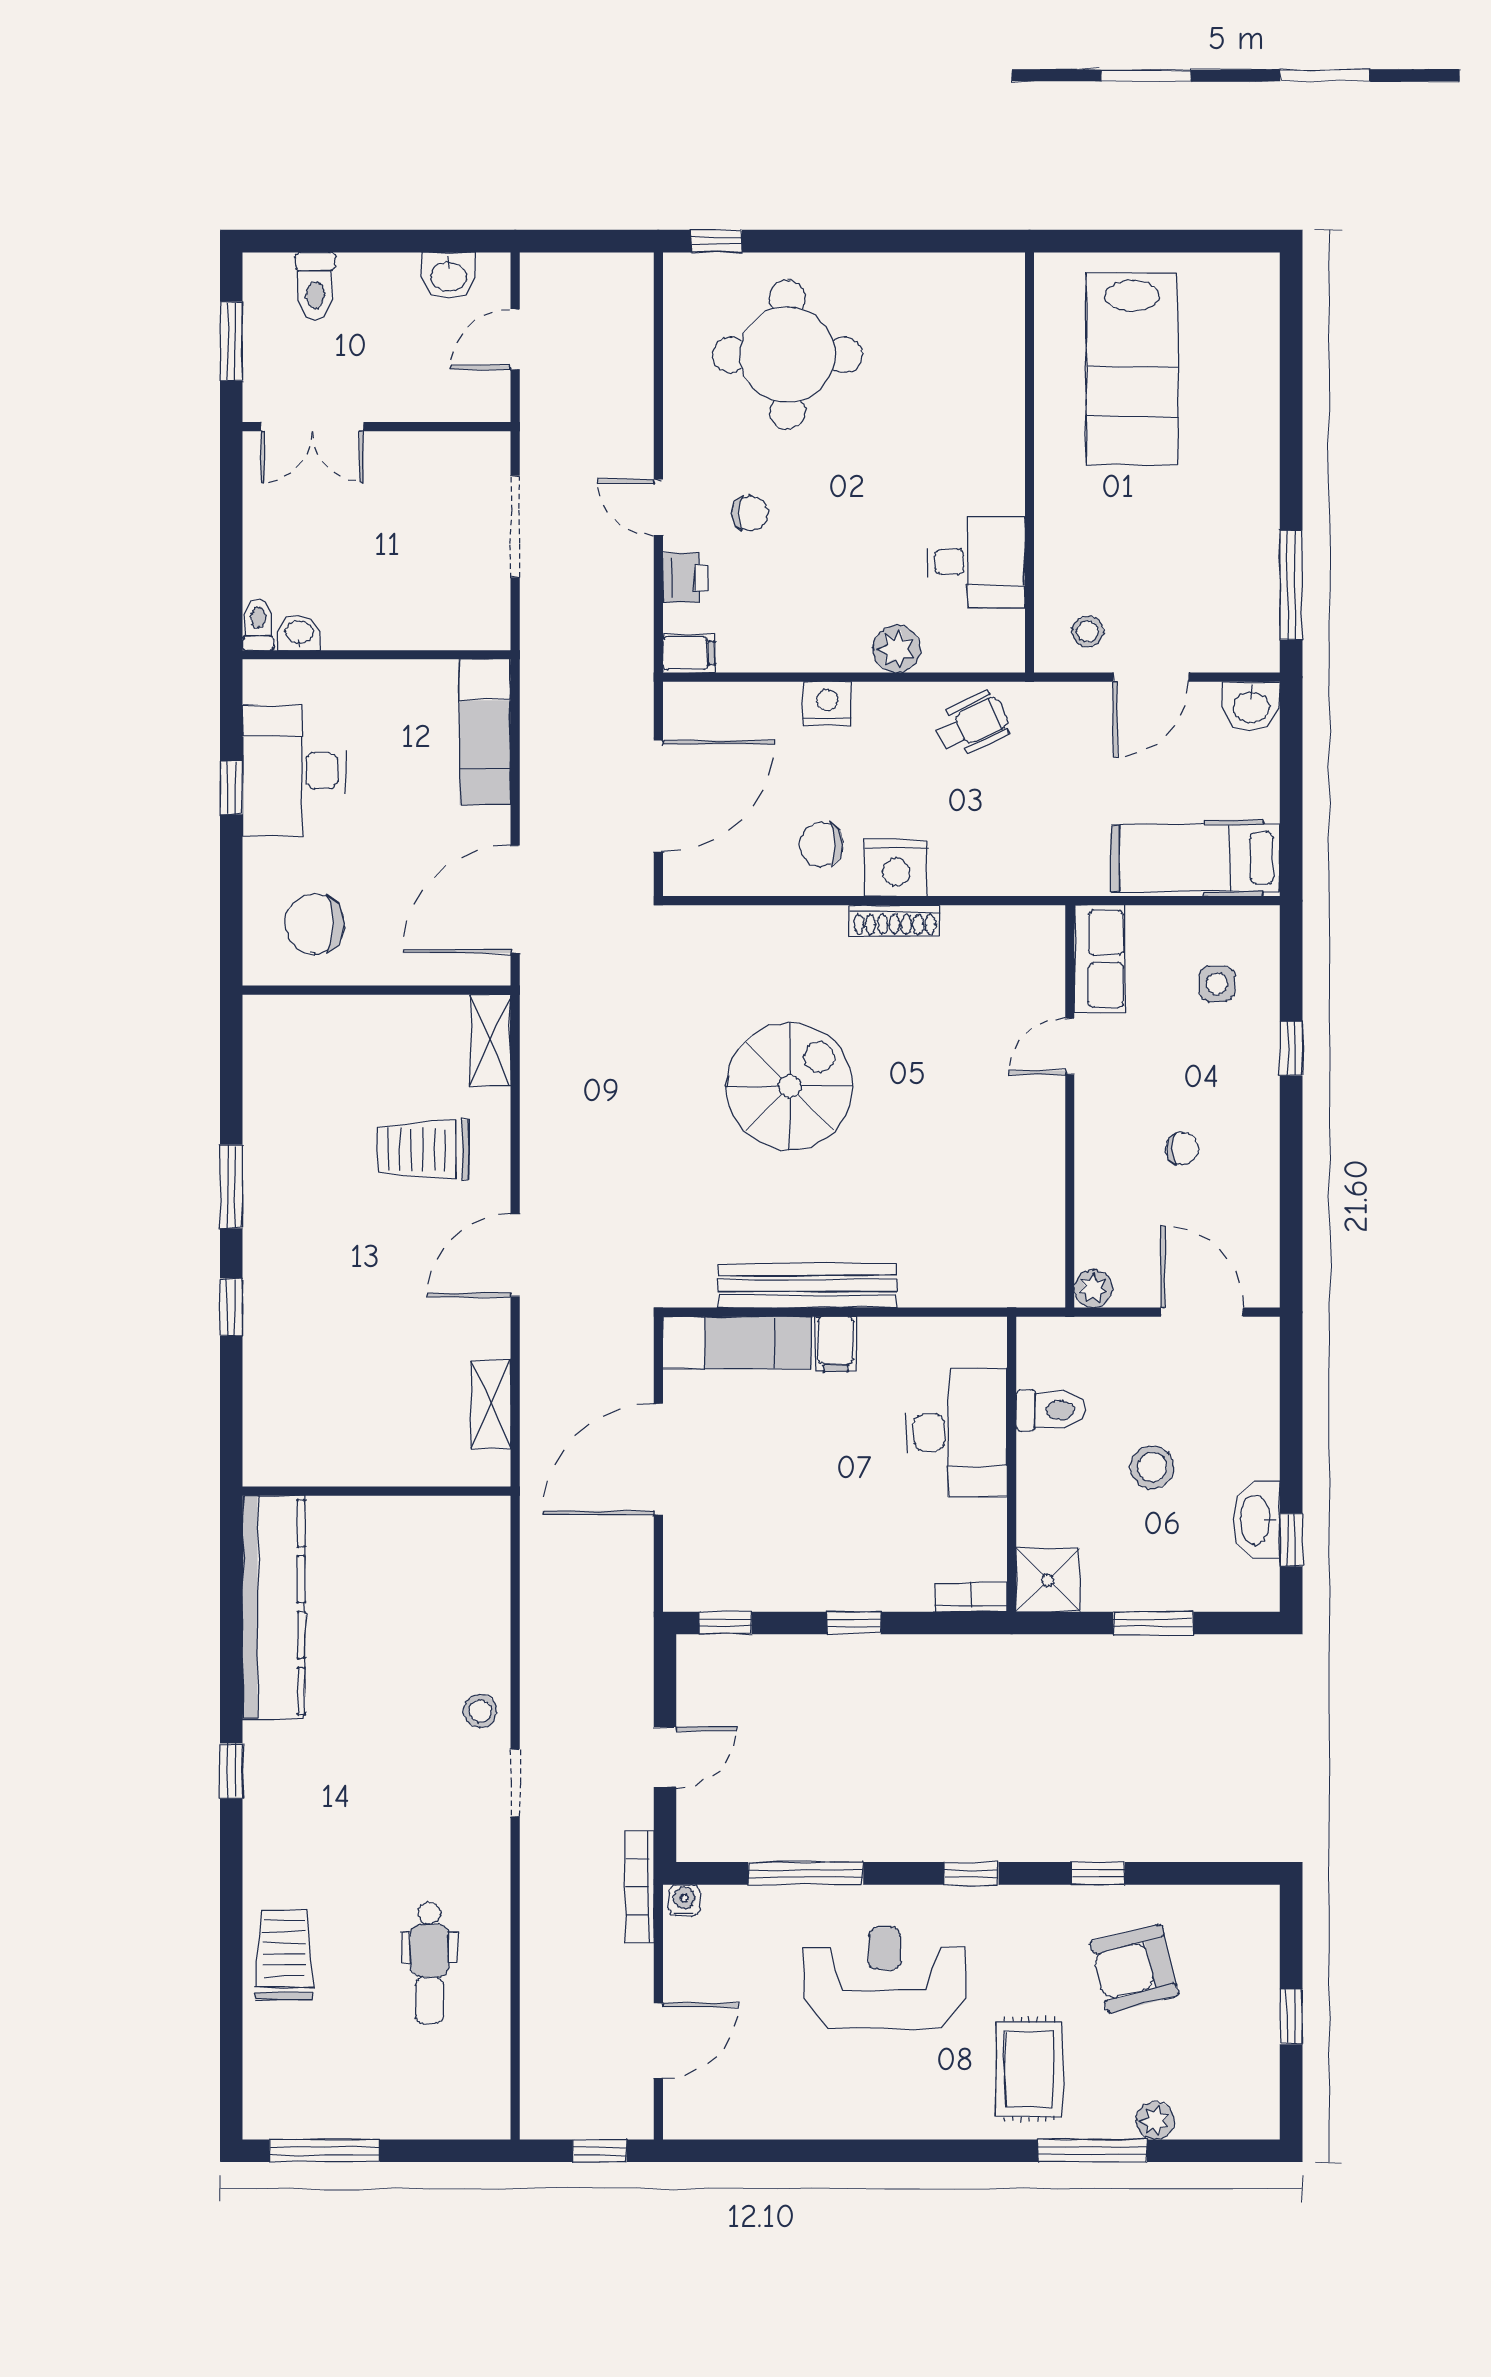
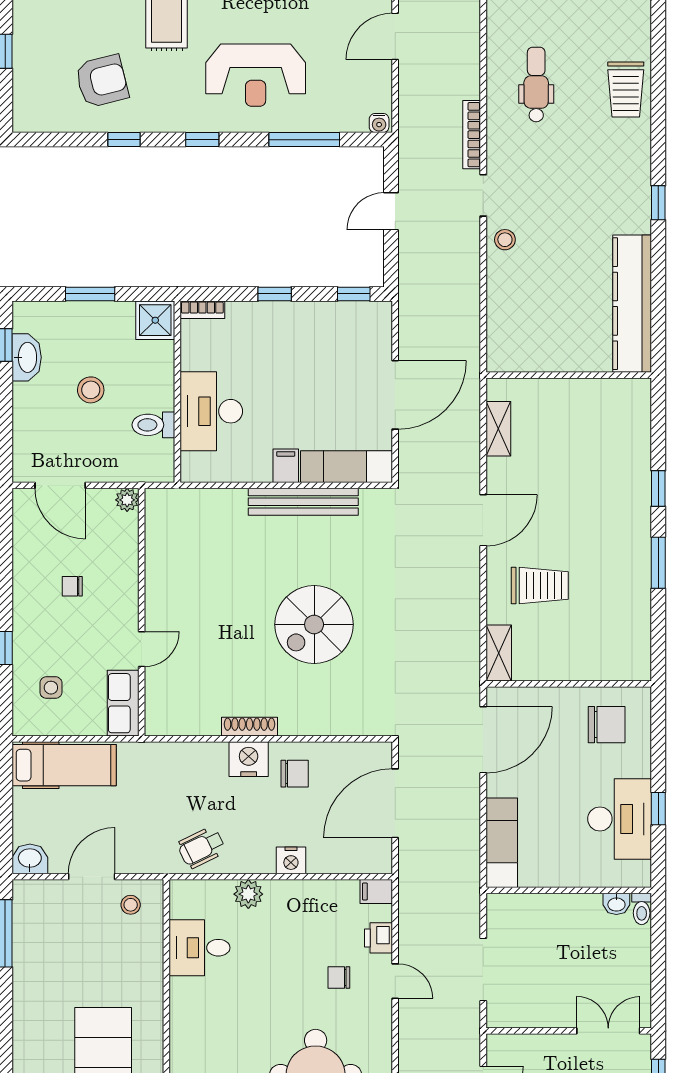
bookcase: (640, 1887) -> (472, 135), moved, turned 180

